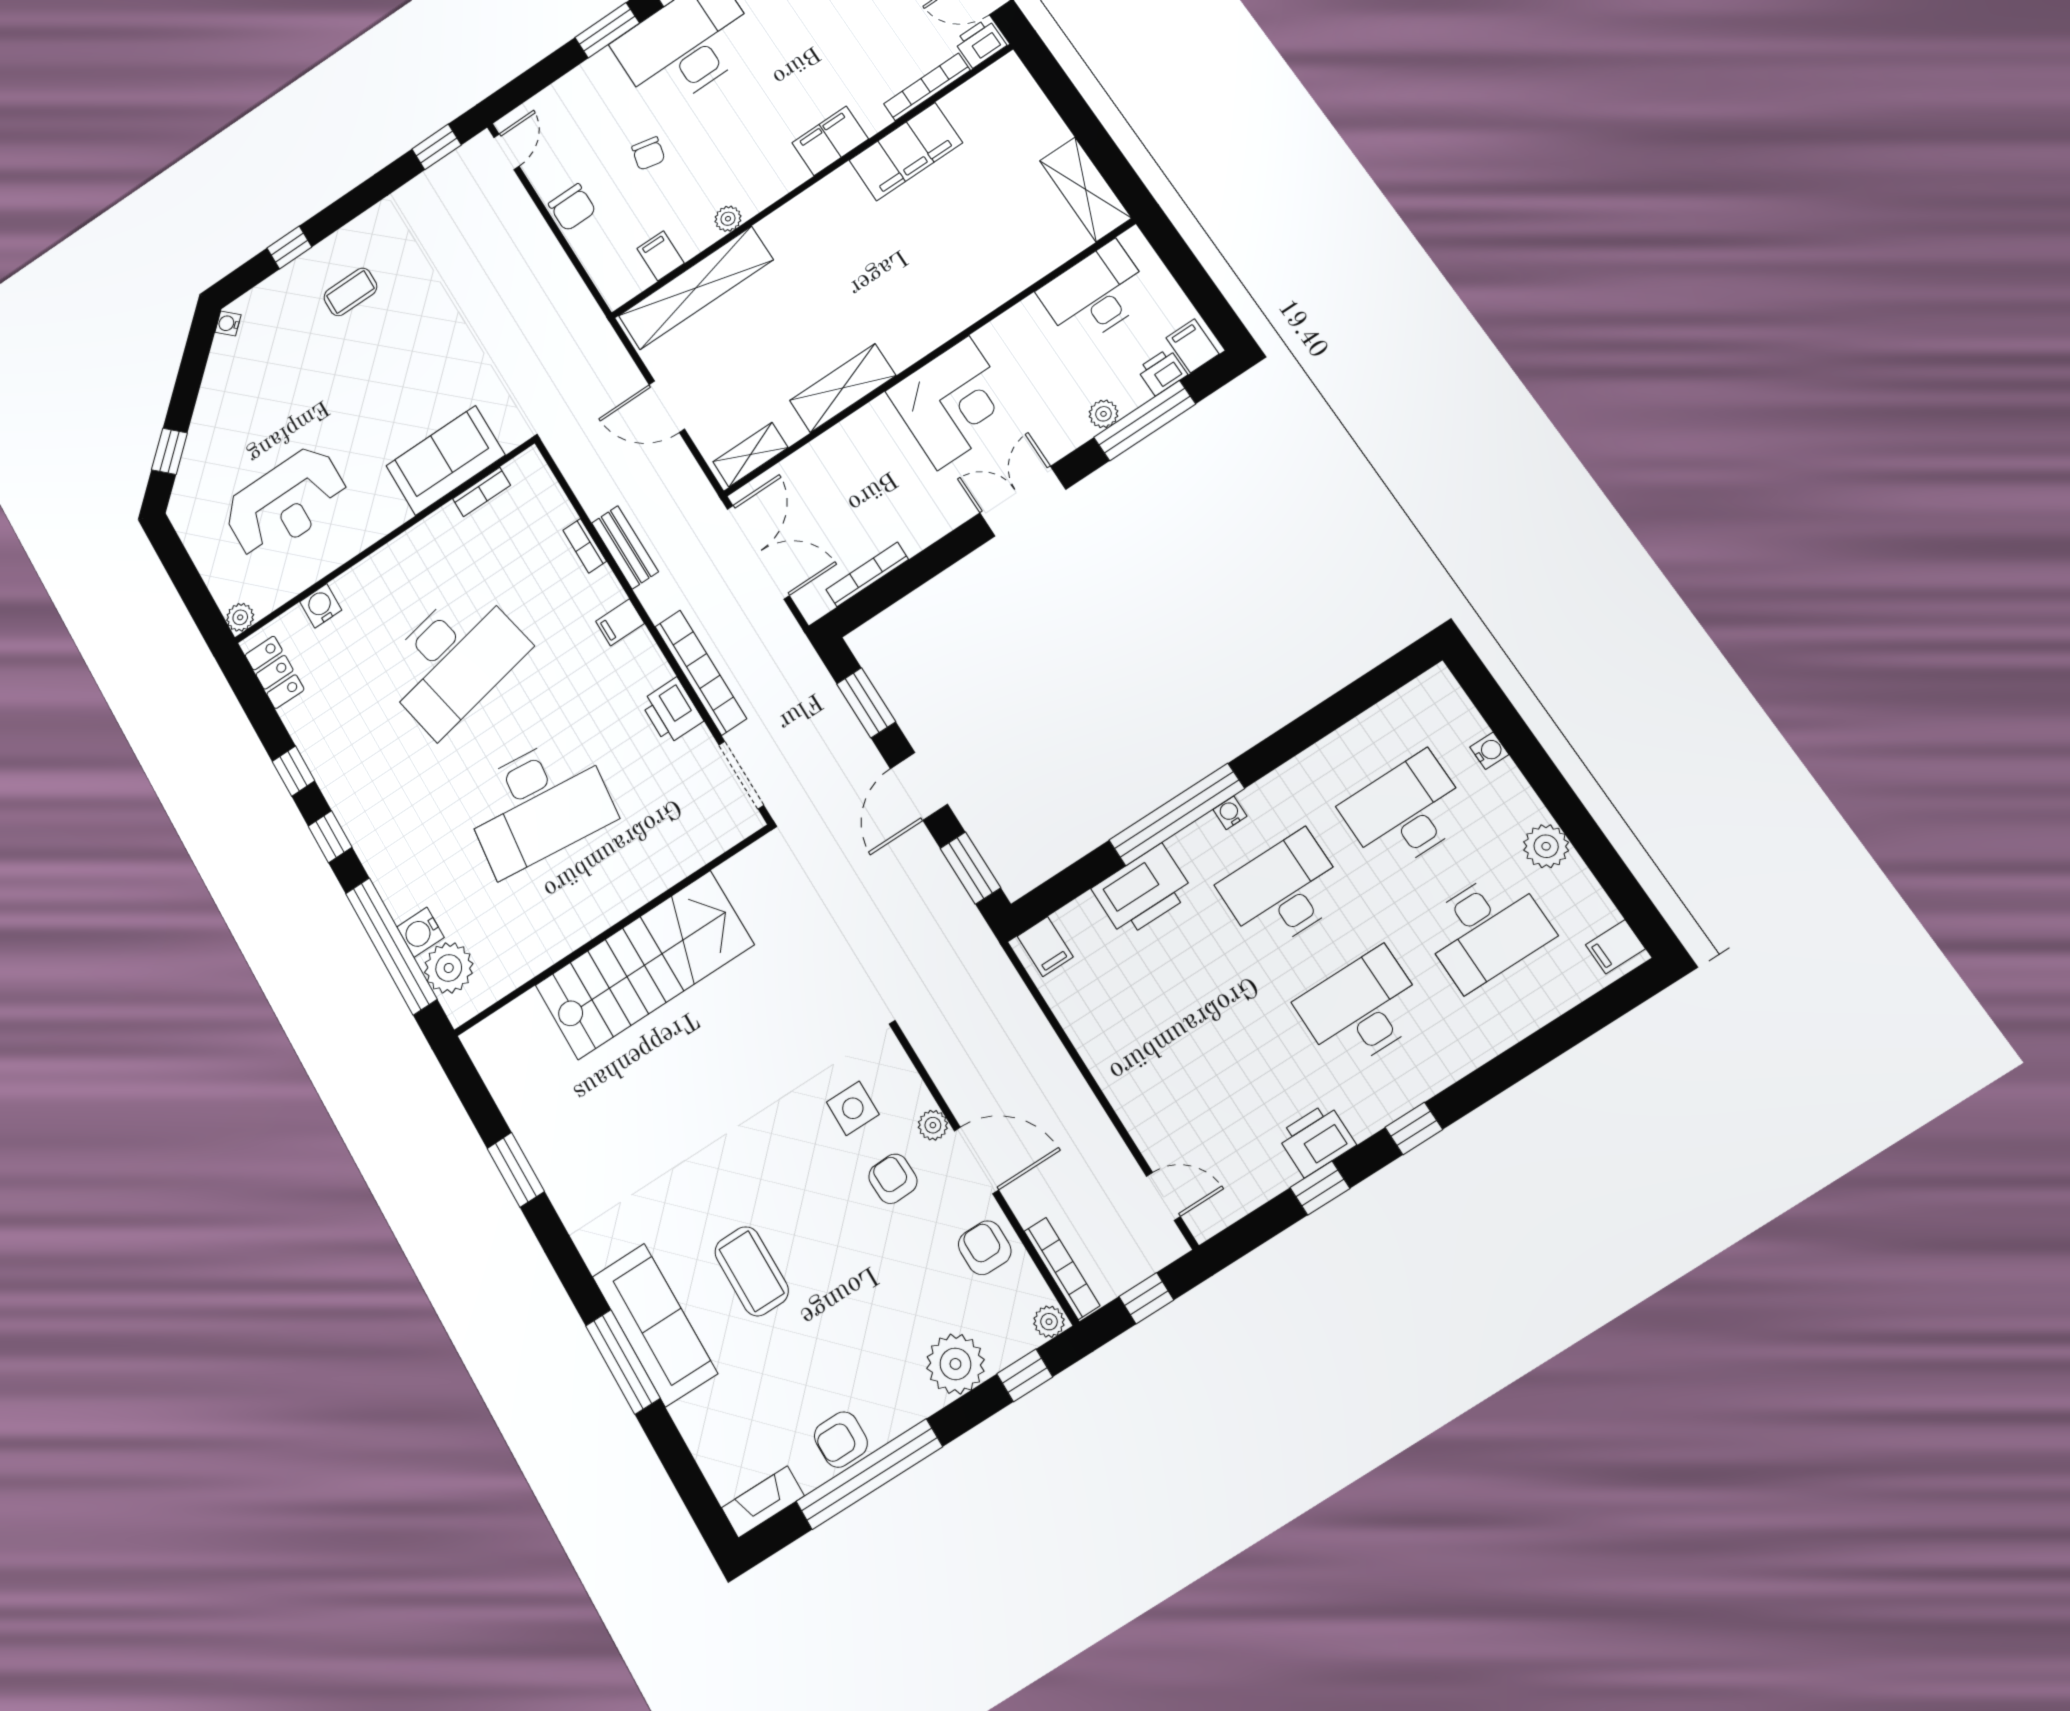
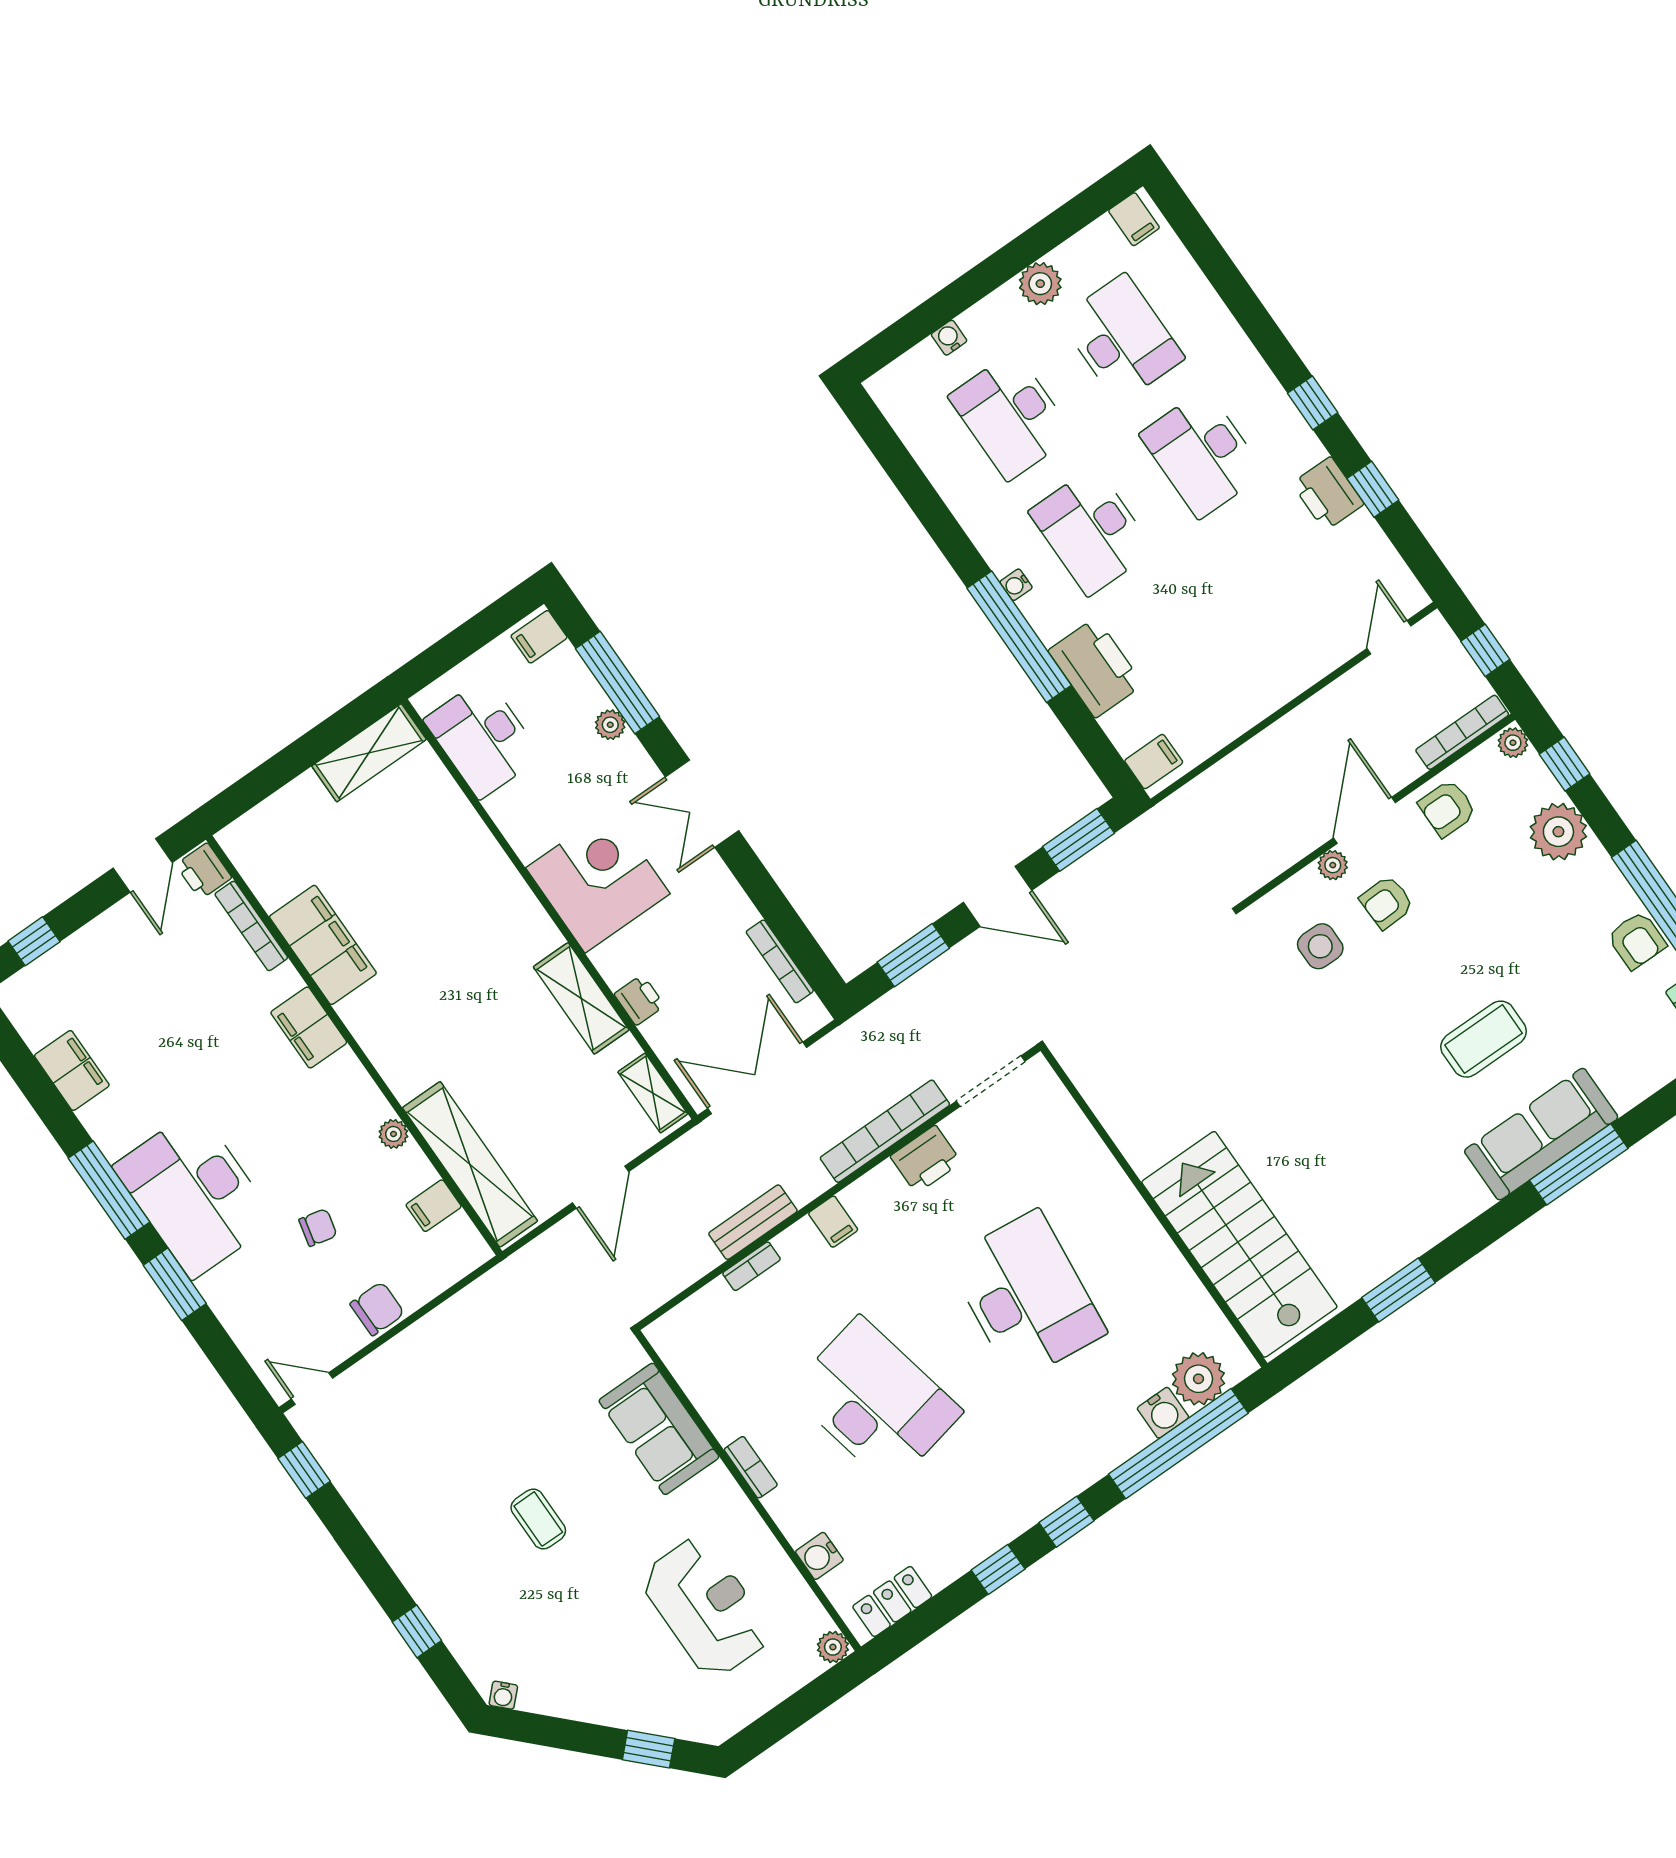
coffee table: (350, 292) -> (538, 1519), moved
printer: (1162, 372) -> (639, 1000), moved, turned 180
bookcase: (482, 492) -> (751, 1467), moved
stairs: (644, 965) -> (1239, 1244), moved

